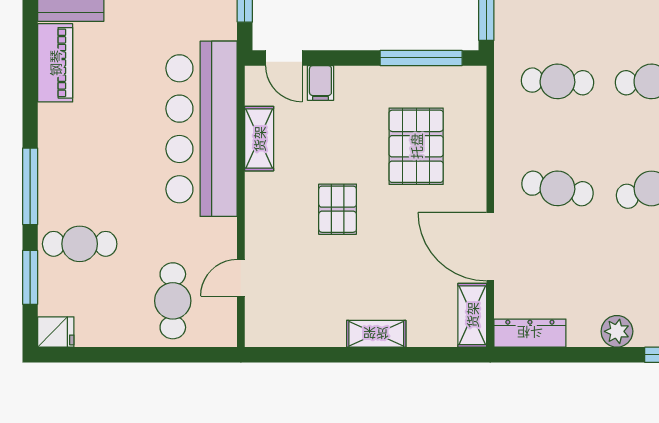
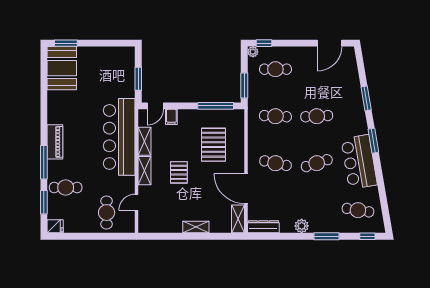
door: (284, 58) -> (155, 106), hinge flipped
piano: (55, 63) -> (55, 142), moved
shelving: (259, 205) -> (144, 171), added

